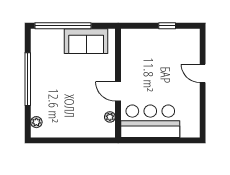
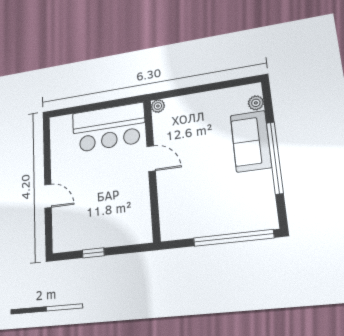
sofa: (86, 41) -> (251, 141), moved, turned -90
plant: (110, 117) -> (158, 106), moved

